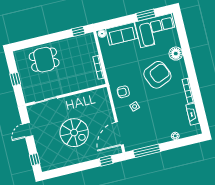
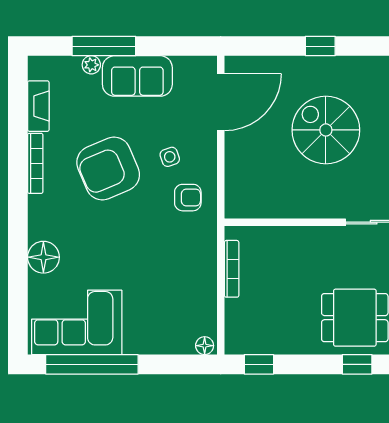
window: (146, 15) -> (92, 364), width x2.11
sofa: (122, 34) -> (137, 76), moved, turned 180
window: (39, 41) -> (357, 364), added
armchair: (157, 75) -> (108, 168), moved
window: (147, 151) -> (104, 46), moved
window: (106, 161) -> (320, 46), moved

